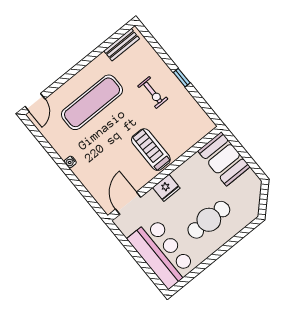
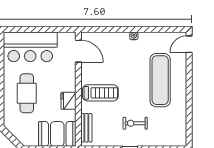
bench: (122, 45) -> (86, 128), moved
door: (35, 103) -> (189, 44), hinge flipped
fridge: (166, 188) -> (68, 101), moved

